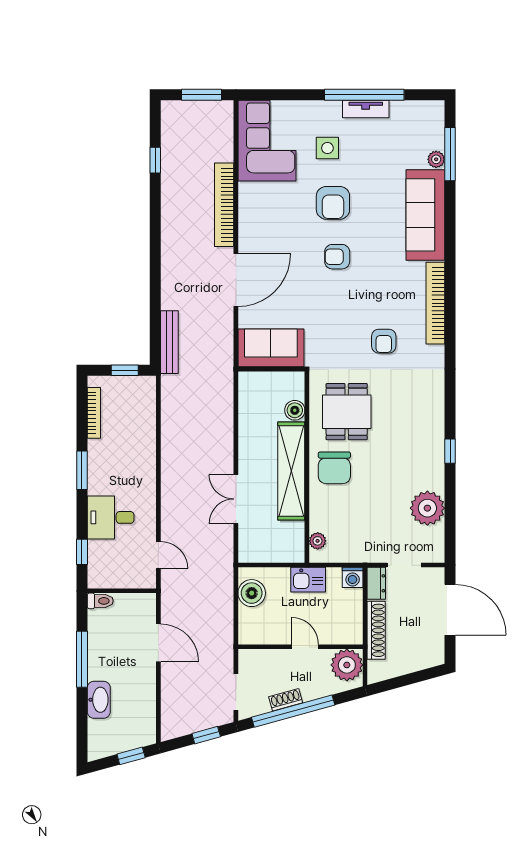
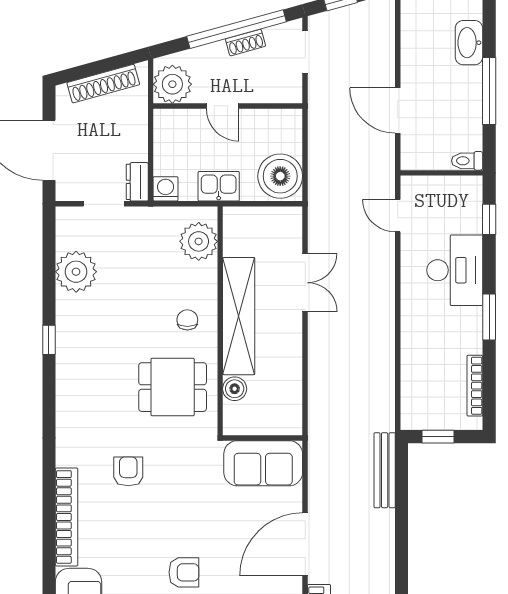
dining table: (347, 412) -> (173, 387), turned 90
chair: (334, 468) -> (187, 320), width x0.54, depth x0.54
desk: (111, 517) -> (455, 270), width x1.37
plant: (318, 541) -> (199, 241), width x1.88, depth x1.88
boiler: (252, 593) -> (280, 176), width x1.37, depth x1.37
shoe rack: (376, 630) -> (103, 84), moved, turned -105

